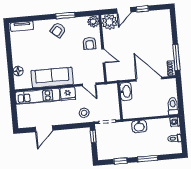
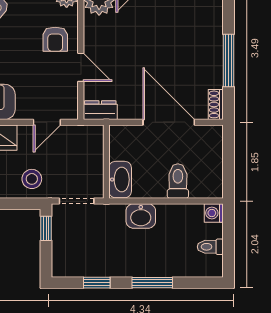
window: (176, 57) -> (228, 61), moved
dresser: (115, 76) -> (100, 110), added
door: (89, 84) -> (47, 122), hinge flipped
washbasin: (126, 91) -> (120, 180), moved
toilet: (173, 106) -> (178, 181), moved

